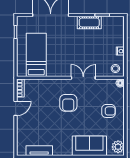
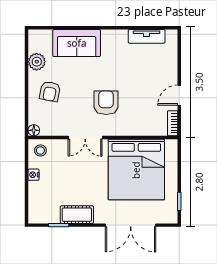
bed: (36, 55) -> (136, 170), width x2.04
armchair: (109, 111) -> (50, 91), turned -79
plant: (118, 147) -> (37, 62), moved

